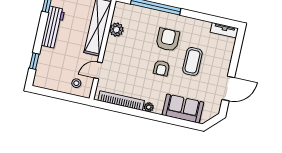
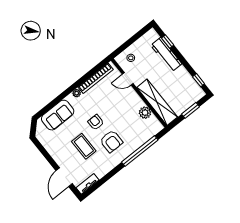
workbench: (53, 27) -> (166, 55), moved
door: (98, 70) -> (128, 79), swing flipped
door: (228, 88) -> (64, 177), moved

